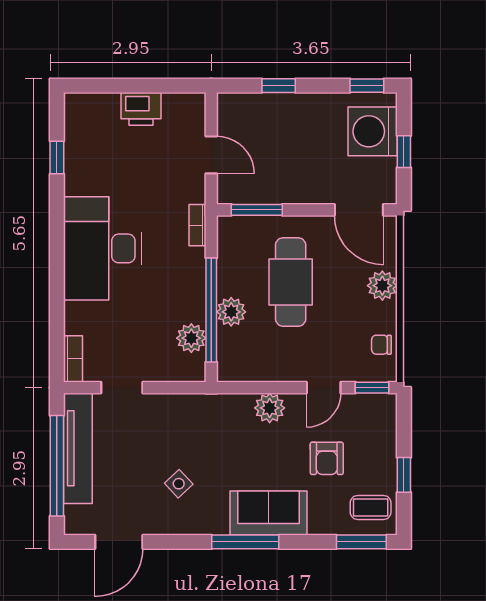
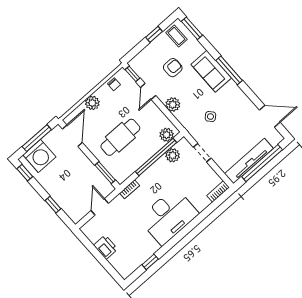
window: (404, 152) -> (37, 138), width x2.17
plant: (231, 312) -> (167, 135), moved
doorway: (122, 388) -> (202, 153), moved
door: (324, 388) -> (148, 91), swing flipped
side table: (179, 484) -> (210, 117), moved

